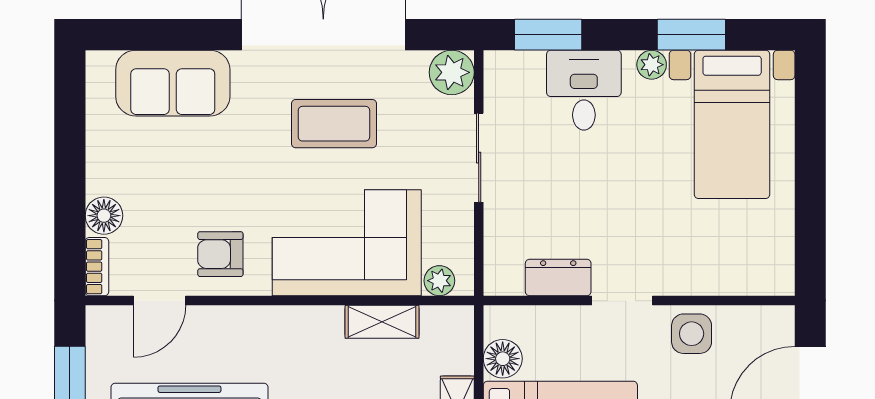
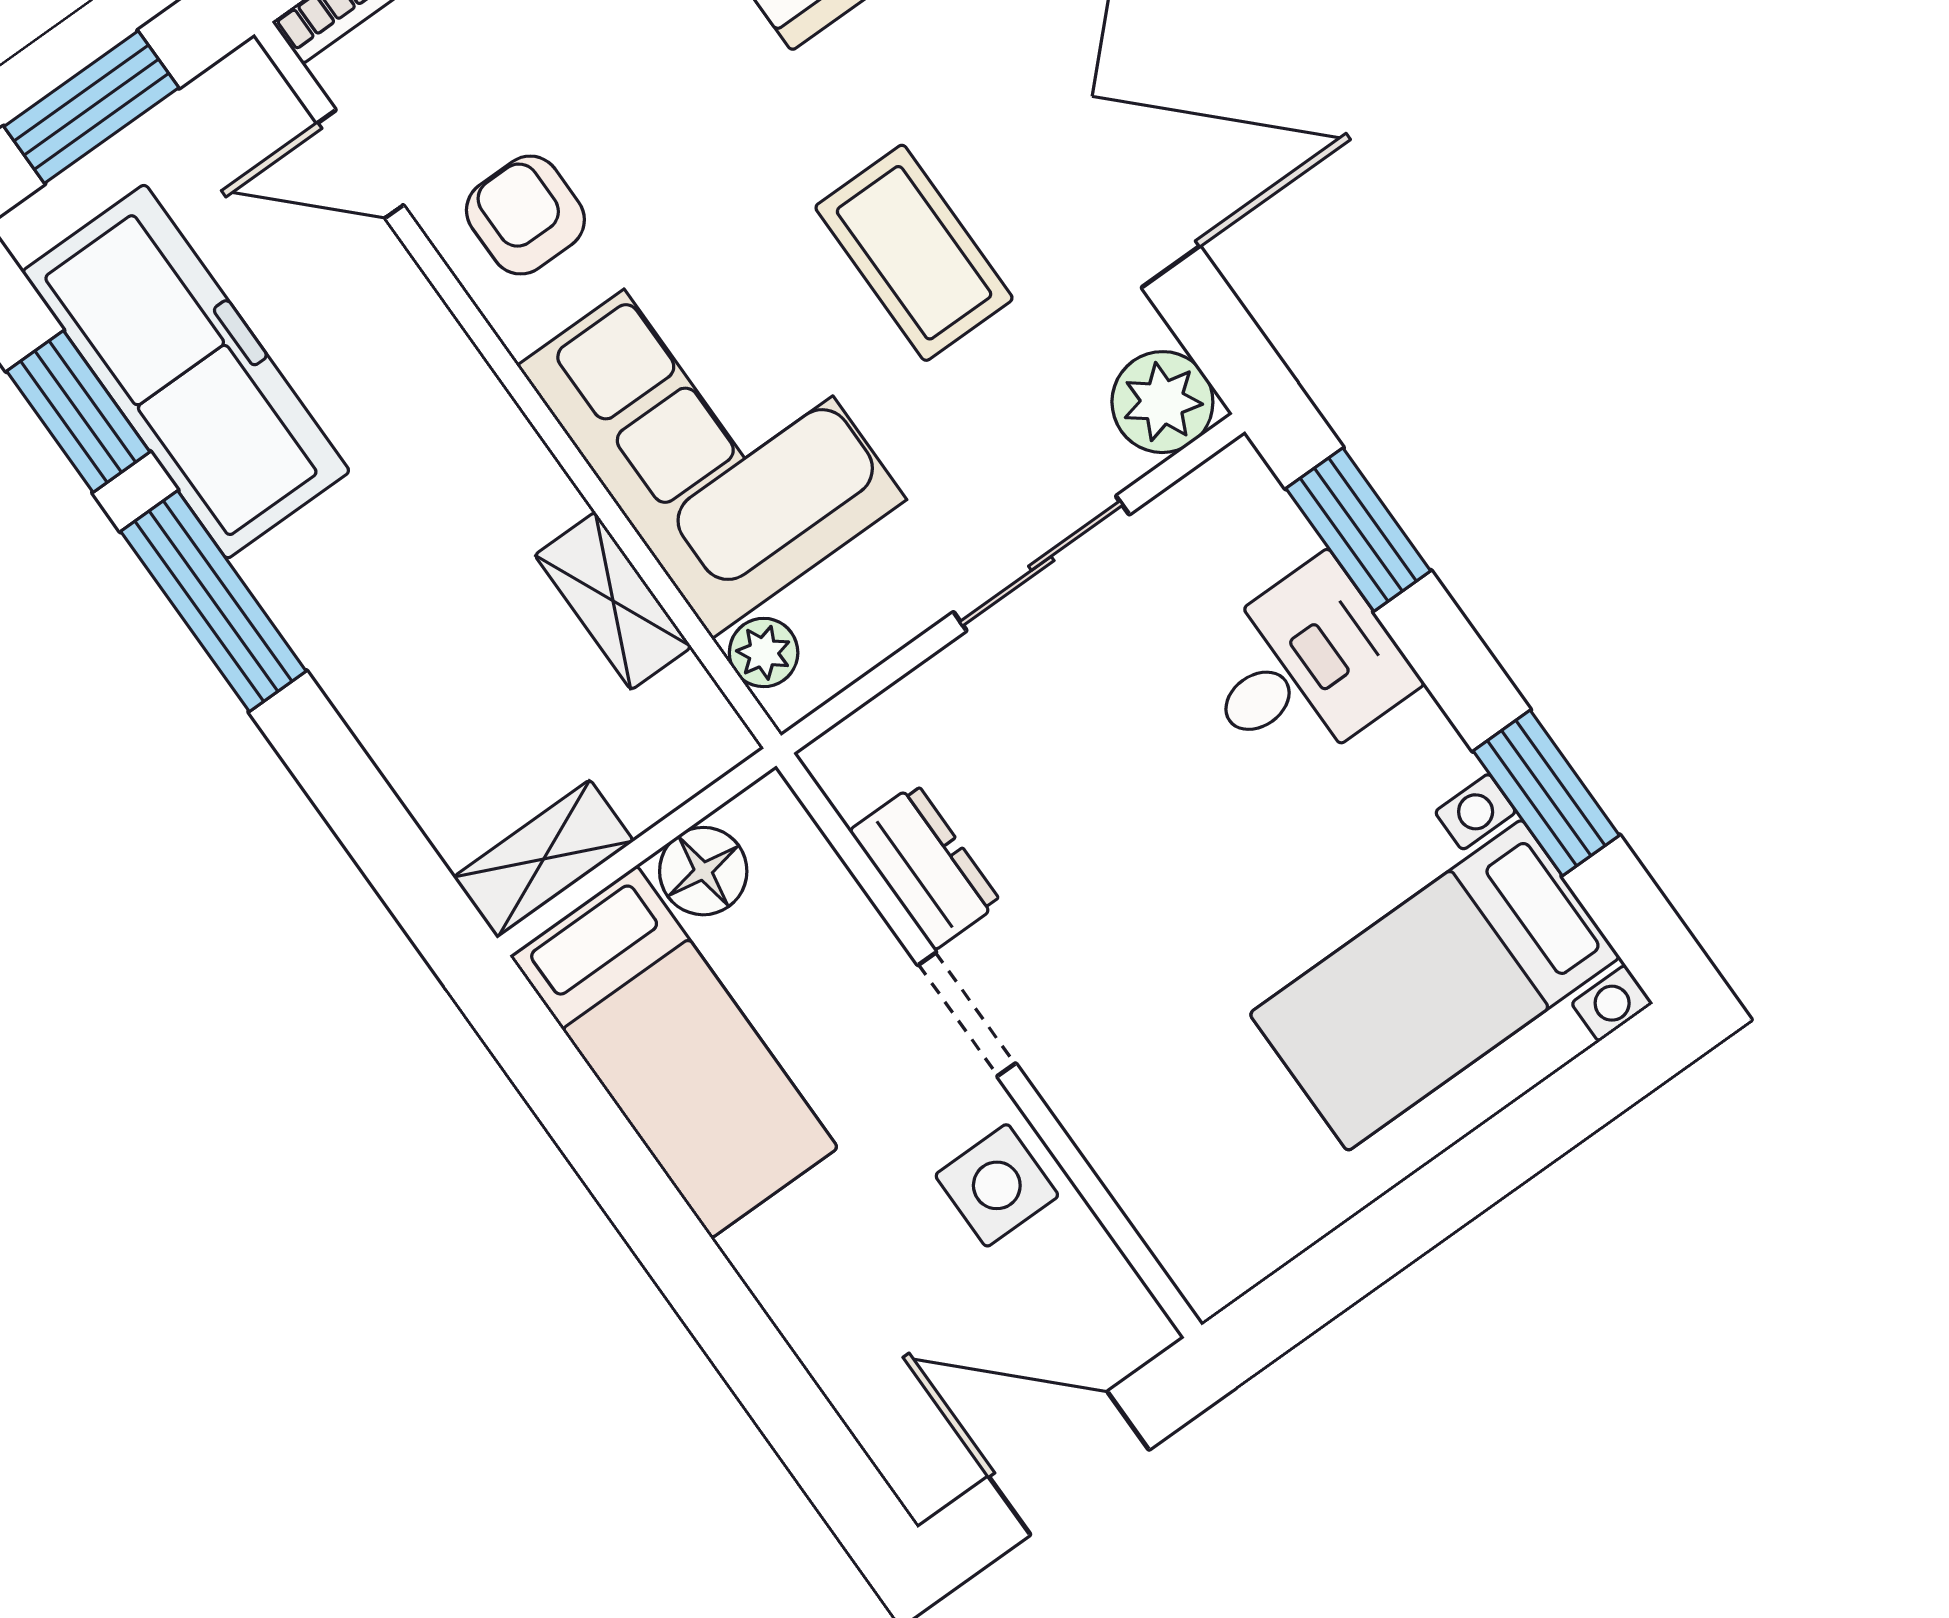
plant: (652, 65) -> (1439, 759), removed

